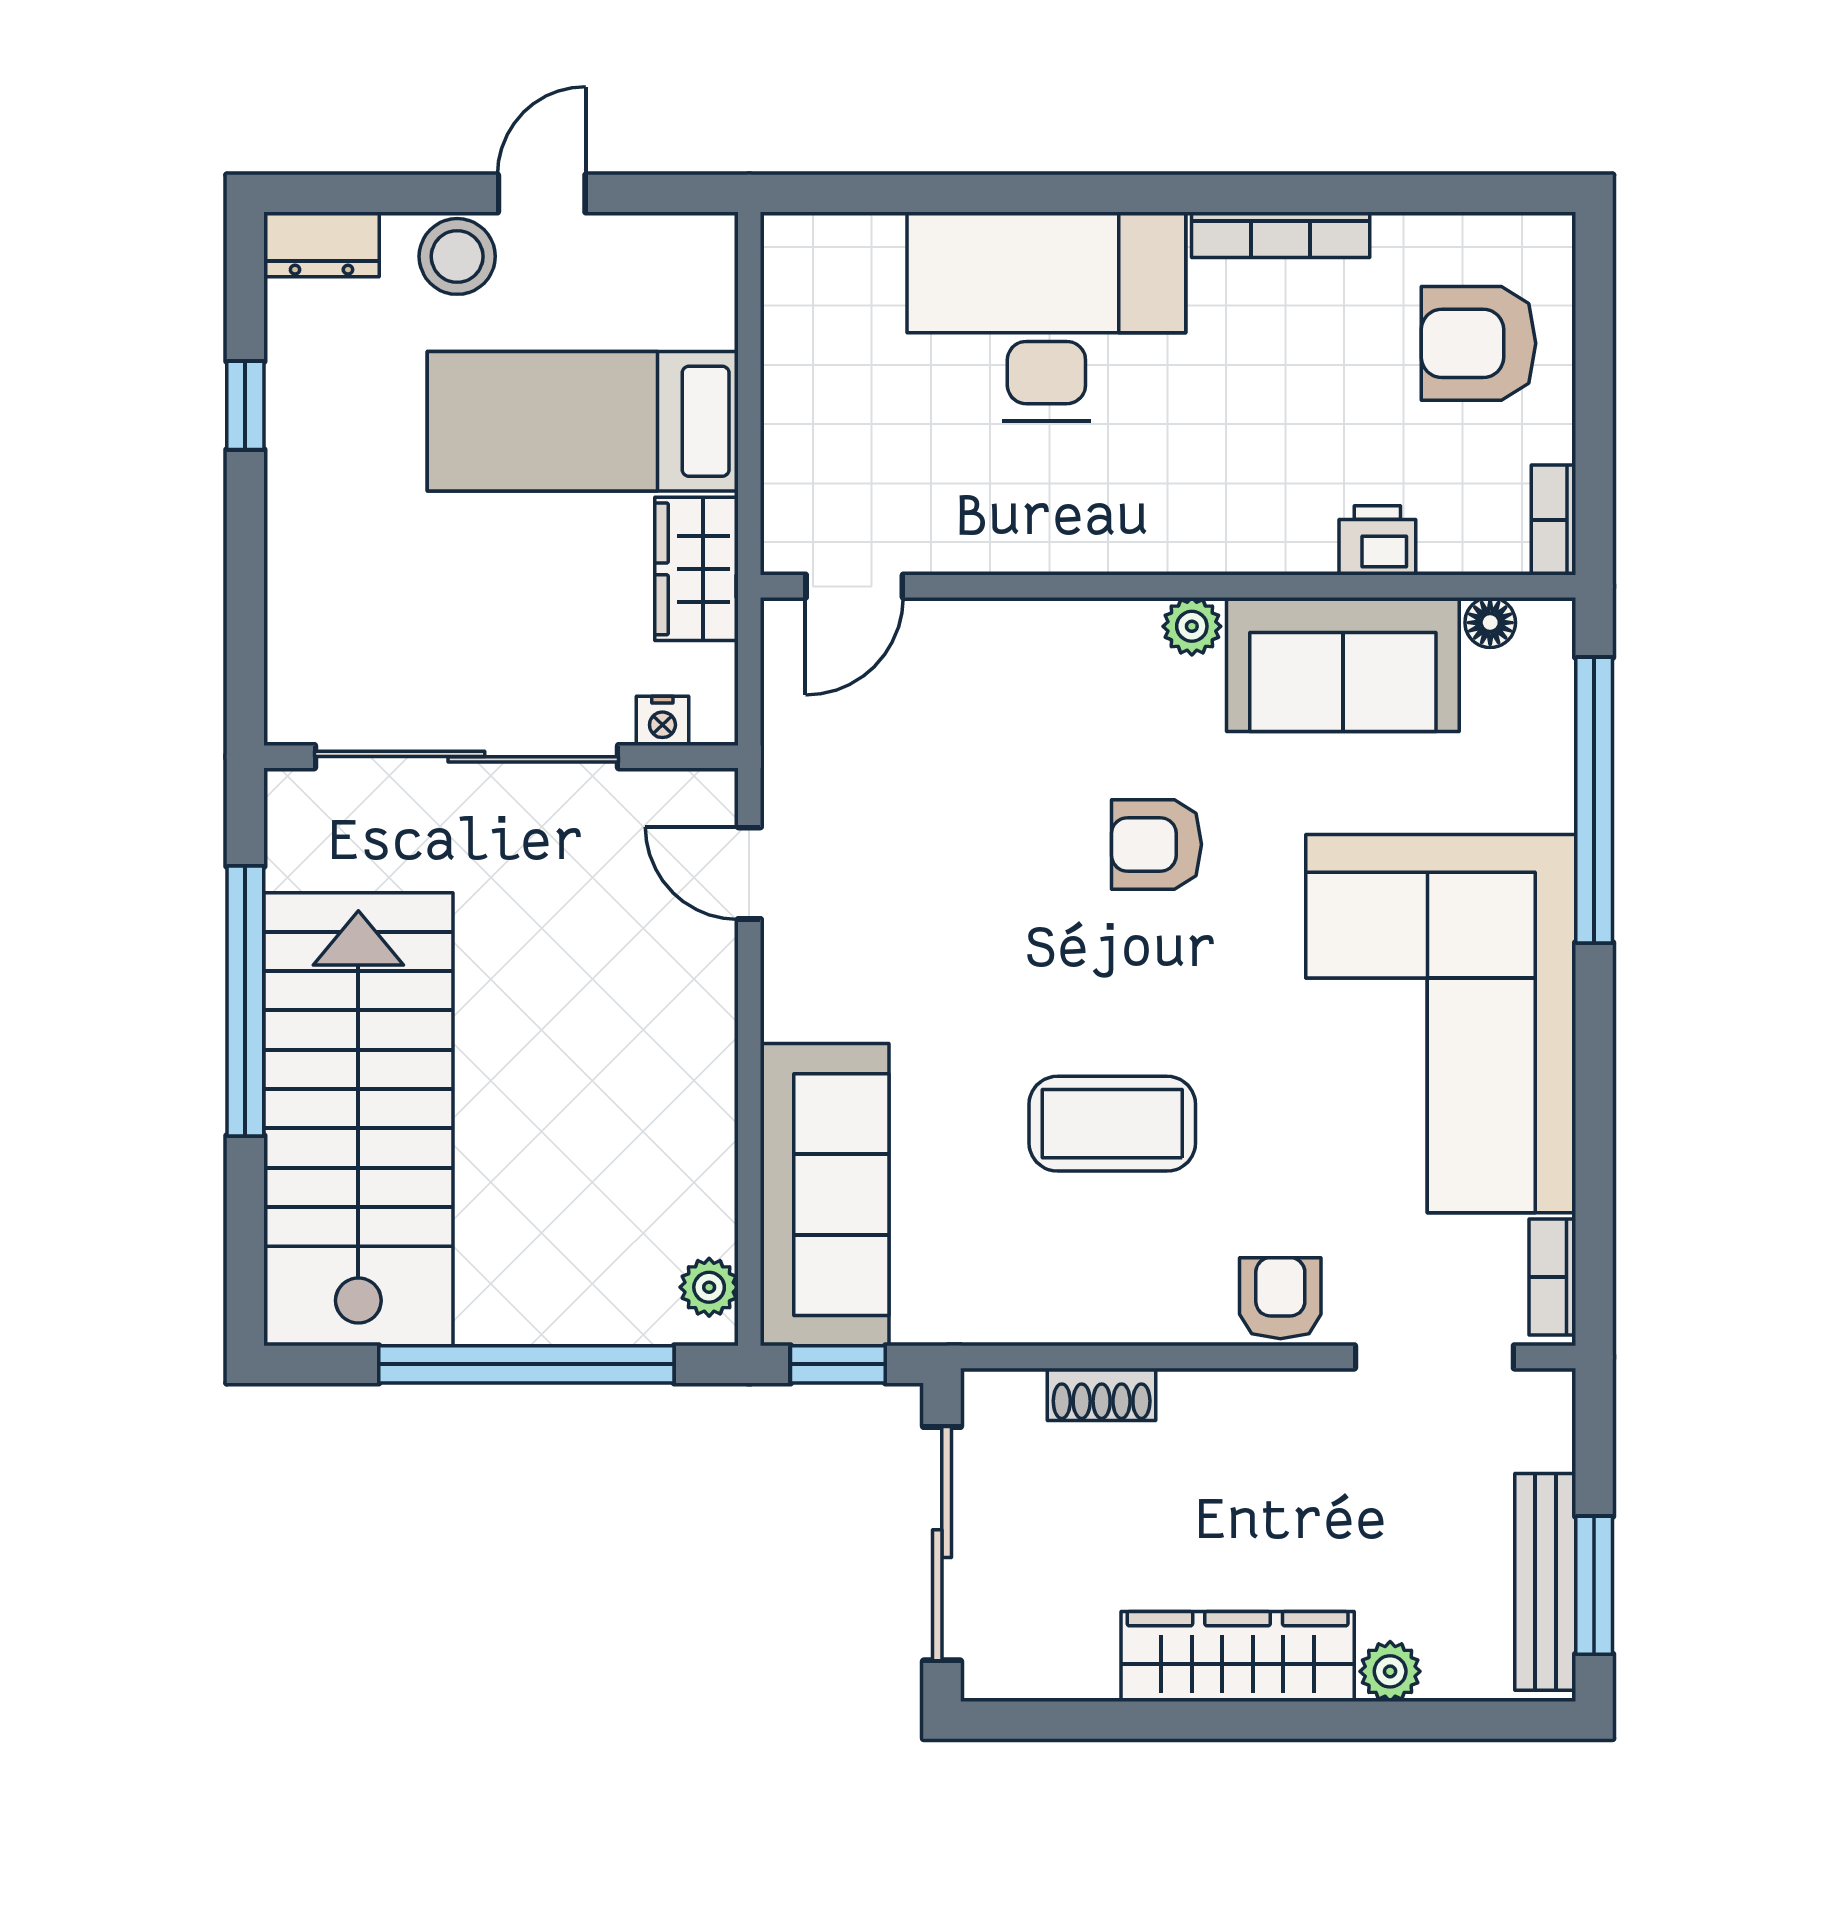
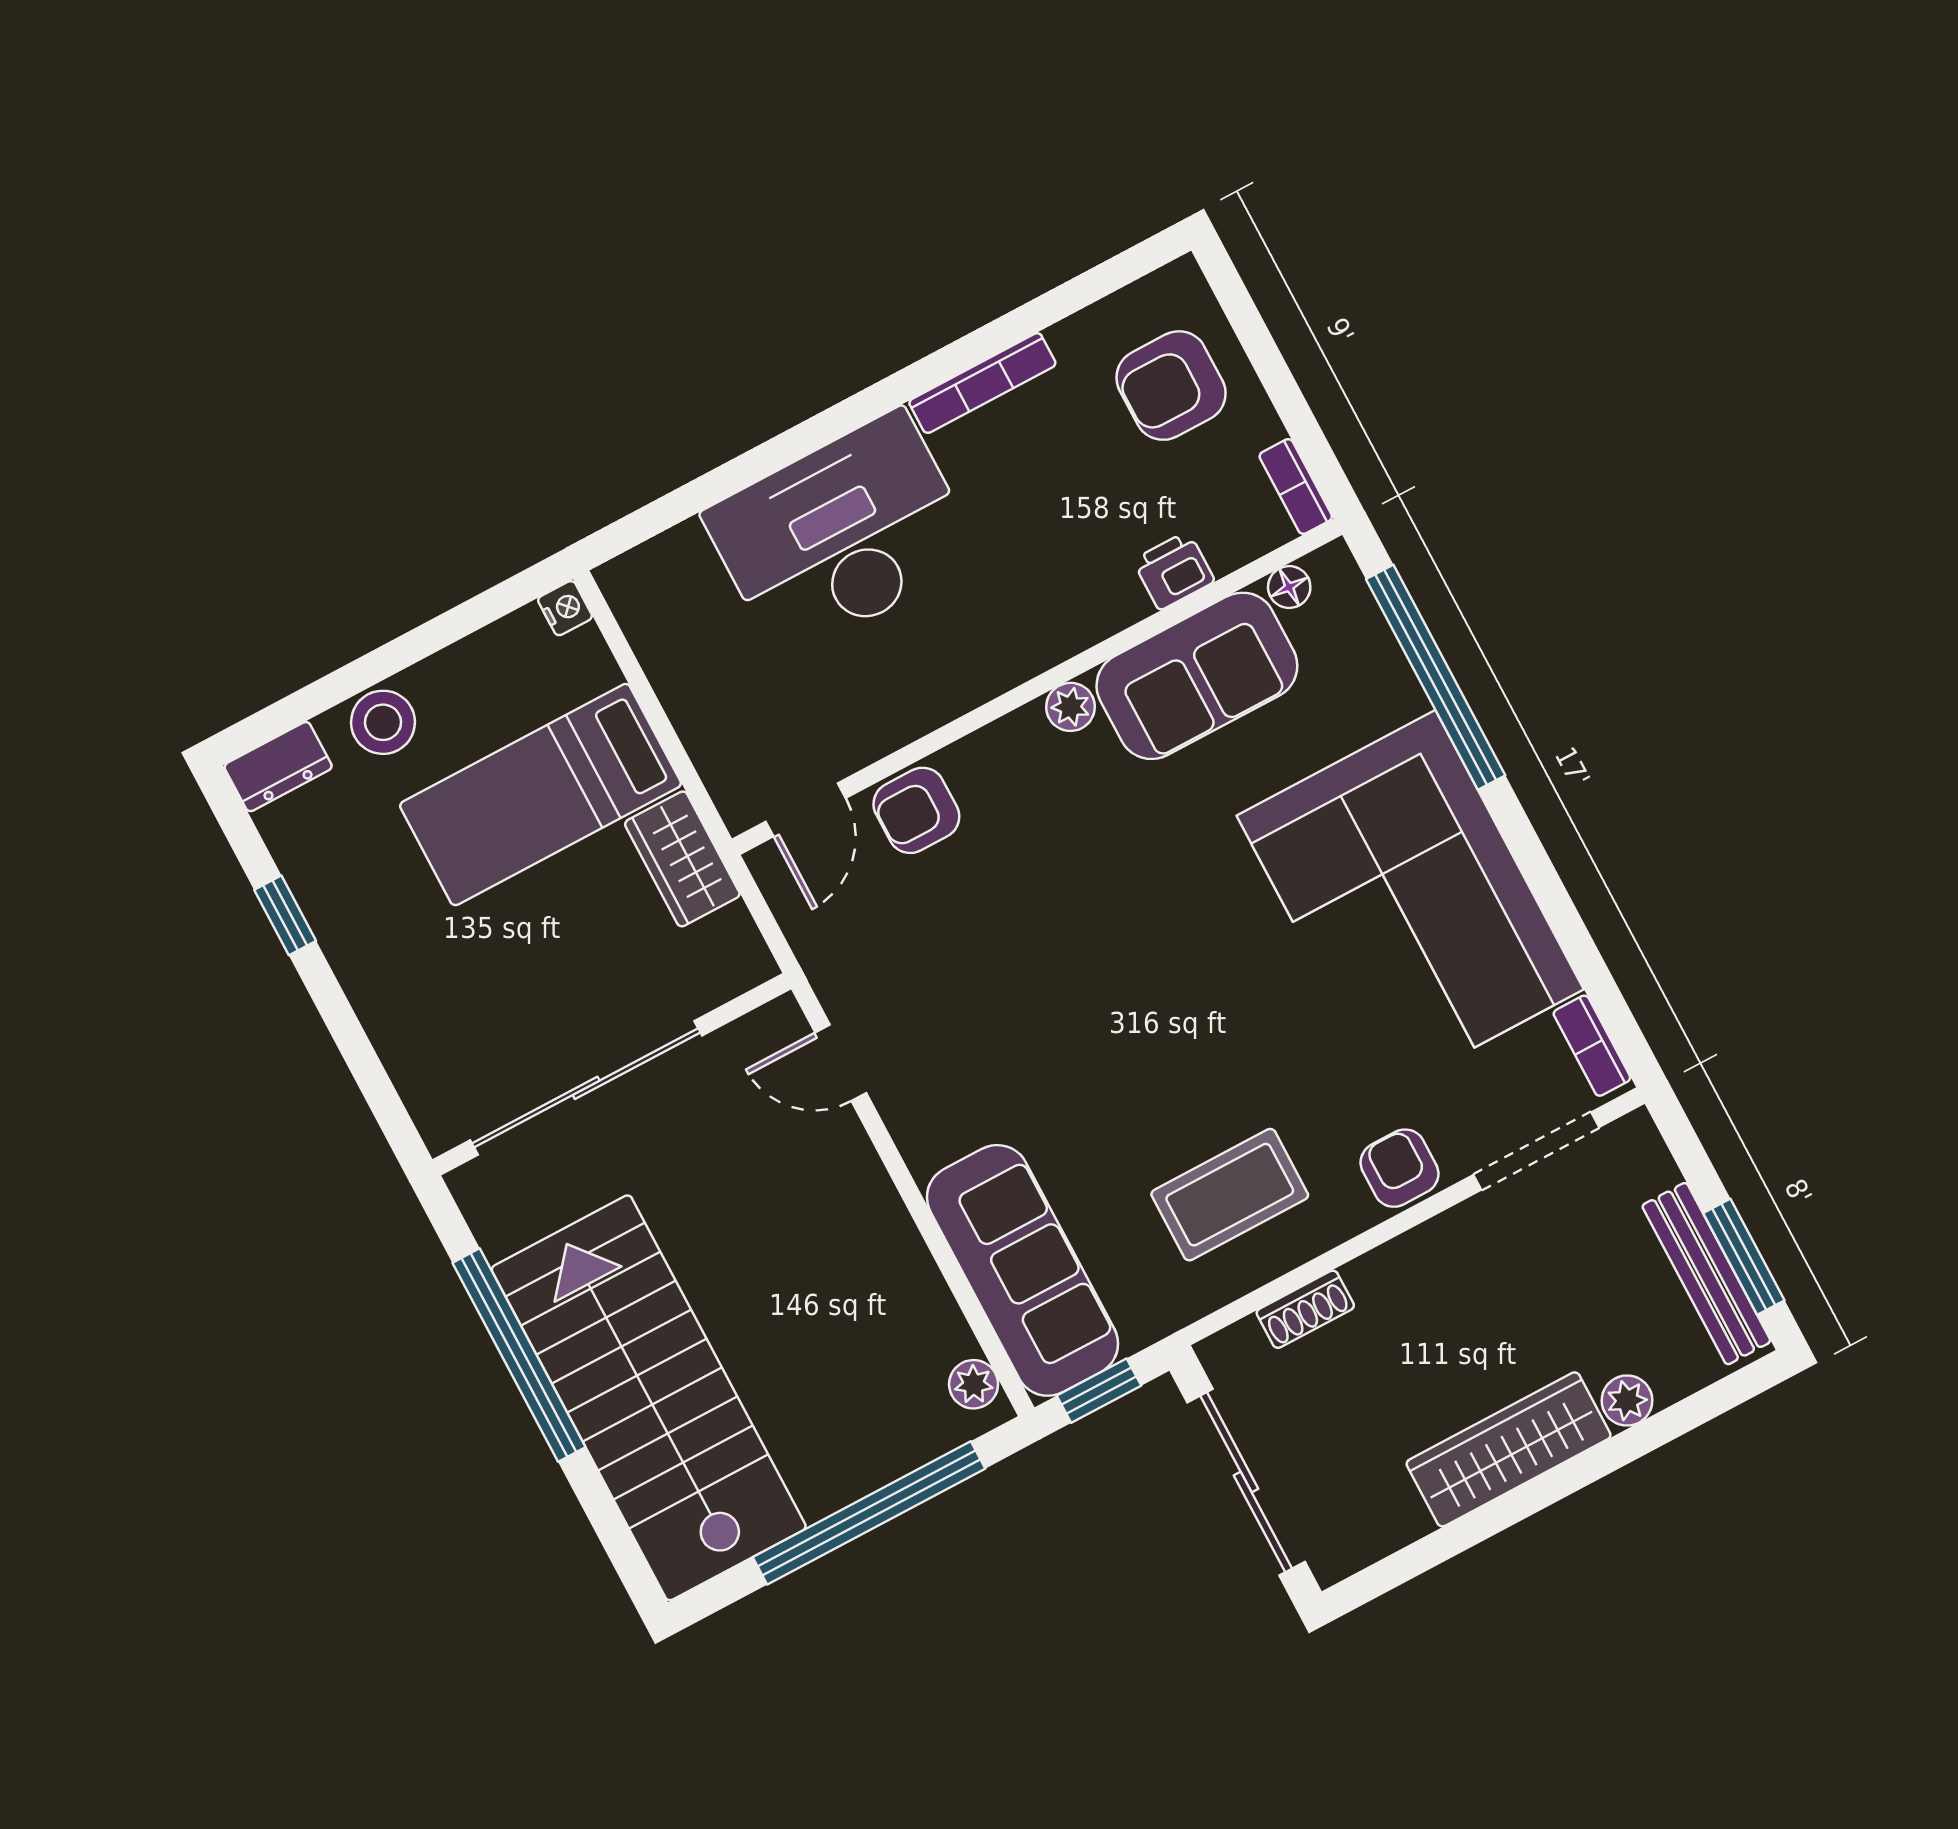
door: (542, 193) -> (421, 643), removed
nightstand: (662, 721) -> (565, 608), moved, turned -90
armchair: (1156, 844) -> (916, 810), moved
coffee table: (1112, 1124) -> (1230, 1195), moved

